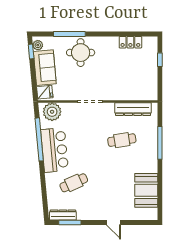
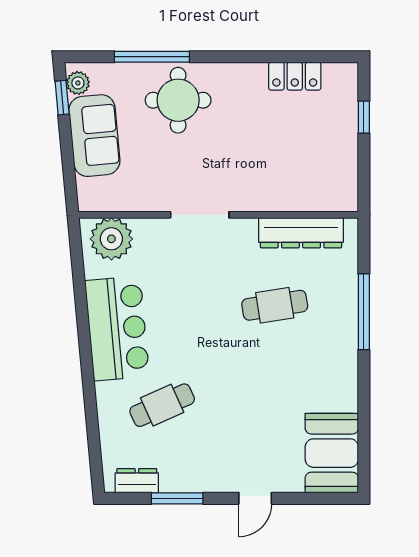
fridge: (45, 92) -> (94, 193), removed
window: (39, 139) -> (81, 304), removed
booth: (146, 190) -> (332, 453), moved
dresser: (63, 215) -> (137, 481), width x0.70
window: (70, 223) -> (177, 498), moved
door: (113, 223) -> (255, 498), hinge flipped

